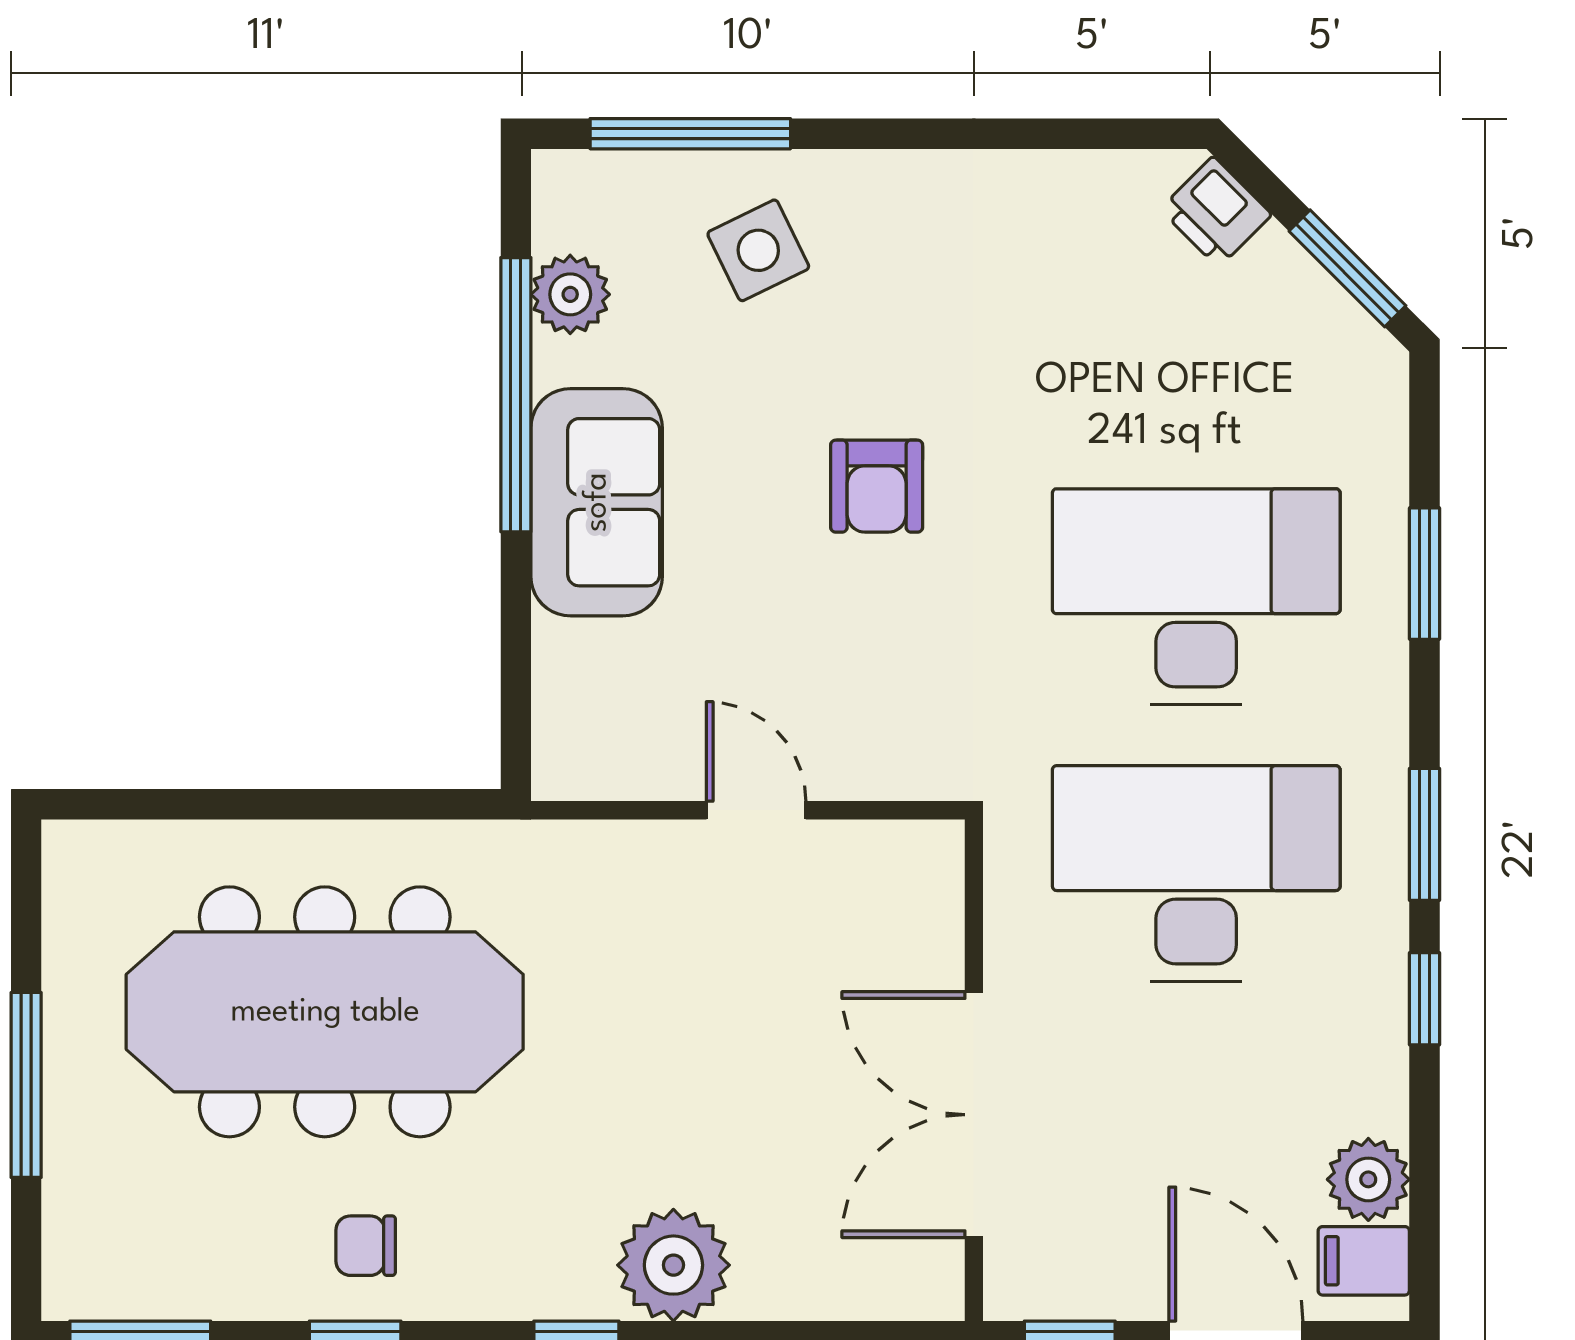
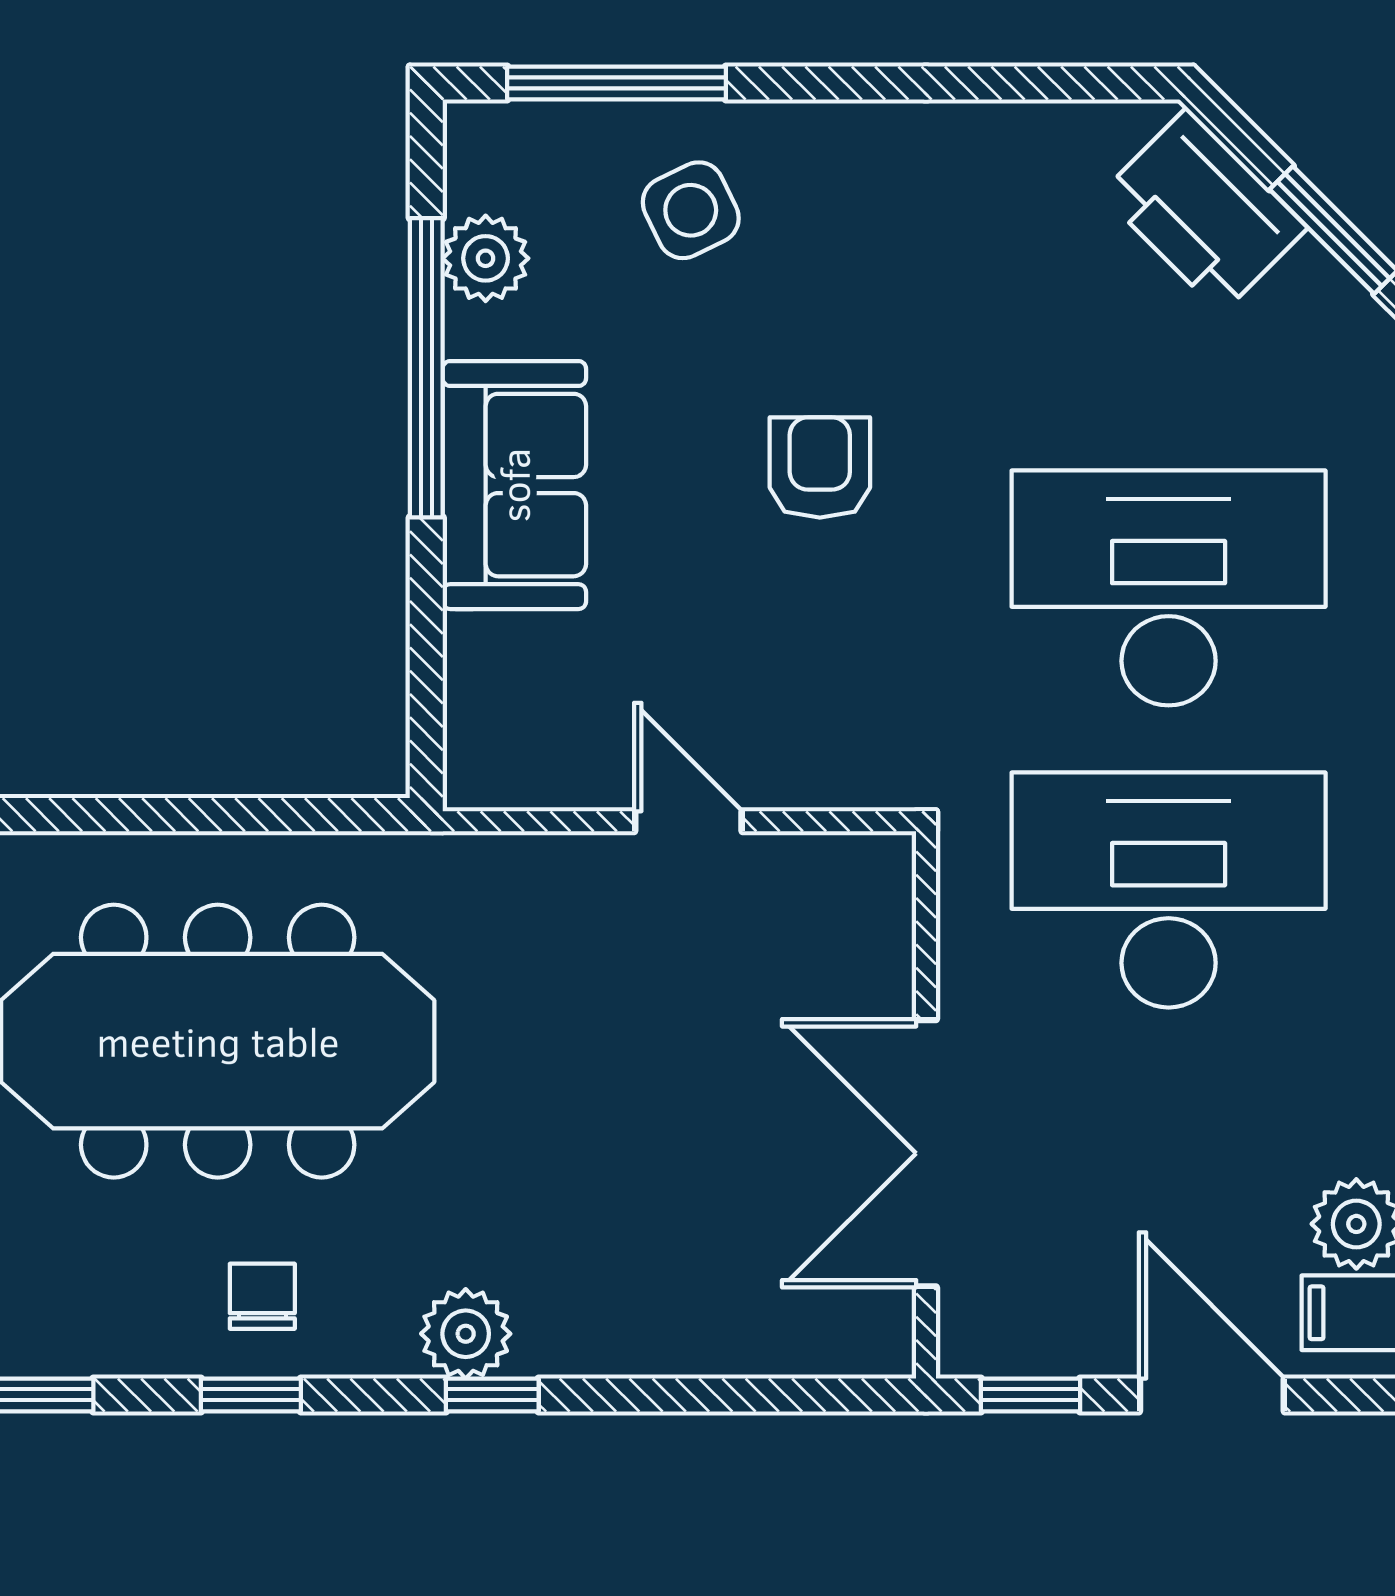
printer: (1216, 212) -> (1204, 211), width x1.87, depth x1.48
armchair: (877, 486) -> (820, 468), turned 180
chair: (366, 1246) -> (262, 1296), turned 90
plant: (673, 1265) -> (466, 1334), moved, width x0.73, depth x0.73

